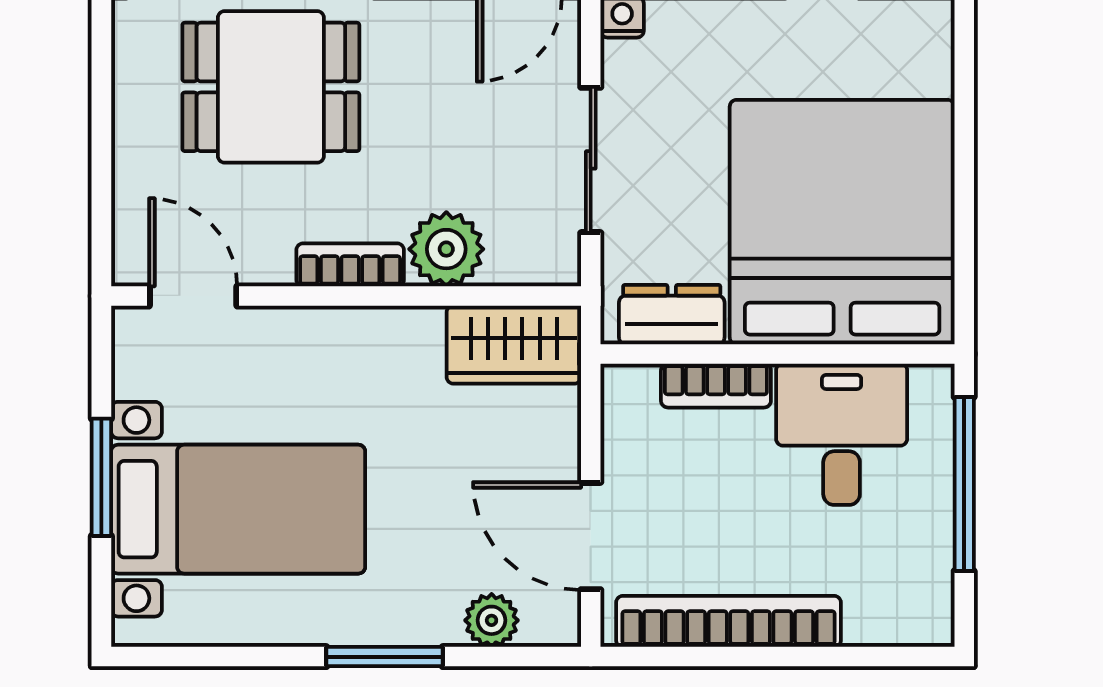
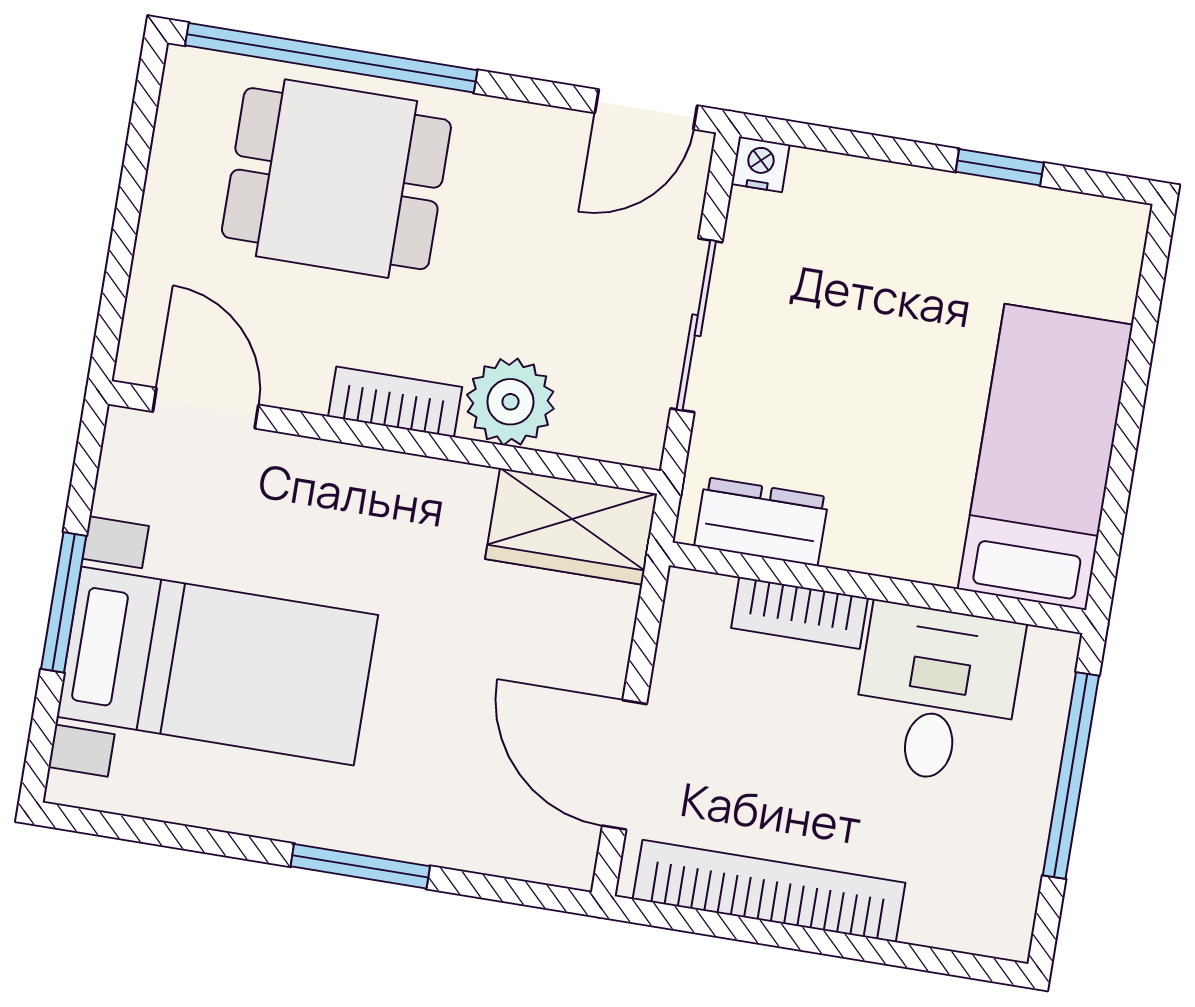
bed: (842, 222) -> (1045, 457), width x0.49
plant: (492, 620) -> (492, 844), removed

